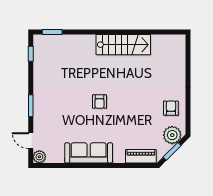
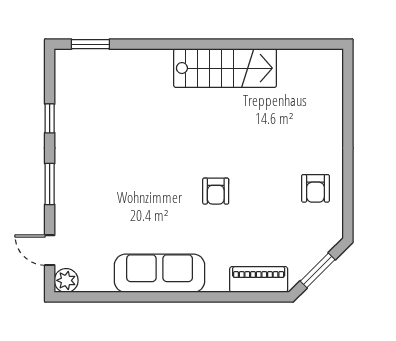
window: (31, 54) -> (50, 118), moved
armchair: (100, 102) -> (216, 191), moved
armchair: (171, 108) -> (315, 188), turned 180
plant: (172, 135) -> (318, 239), removed

